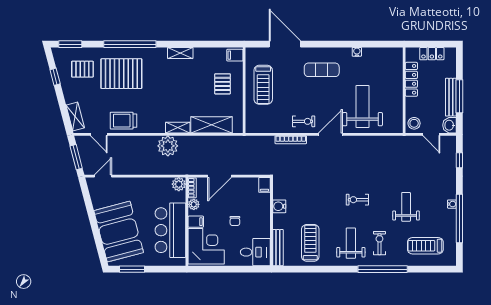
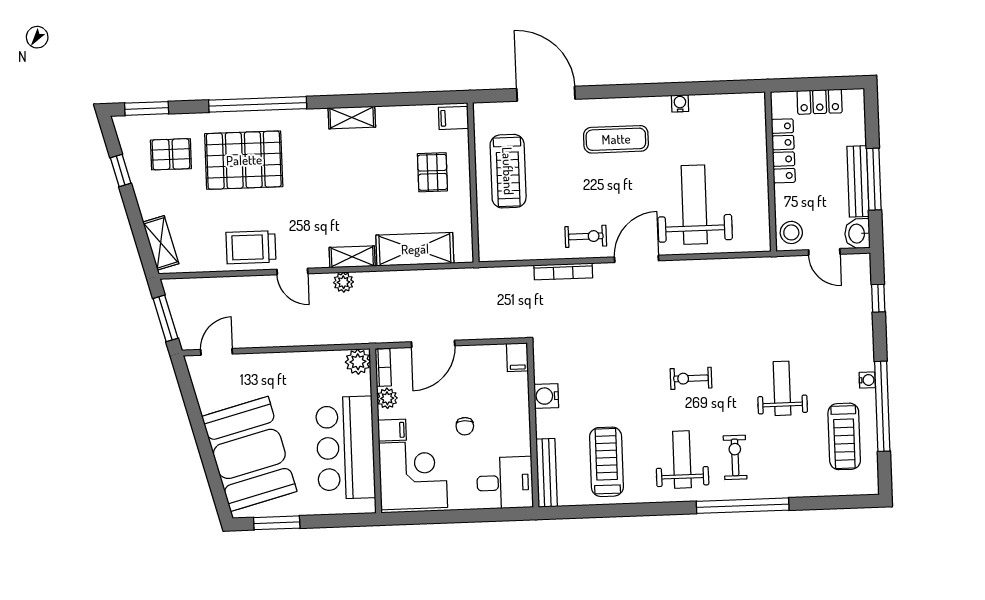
door: (99, 134) -> (292, 271), moved
plant: (168, 146) -> (343, 282), width x0.53, depth x0.53
treadmill: (425, 246) -> (844, 436), moved, turned -90

